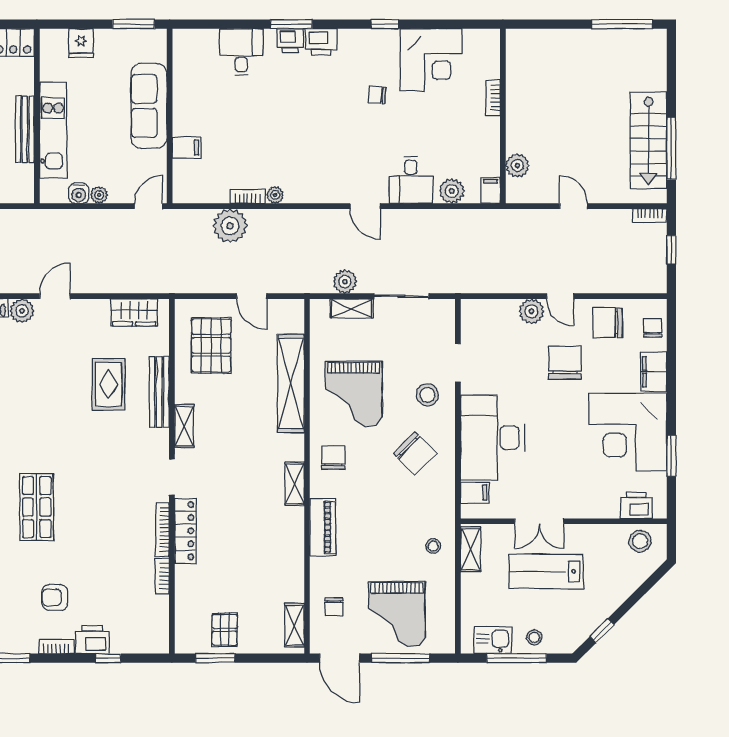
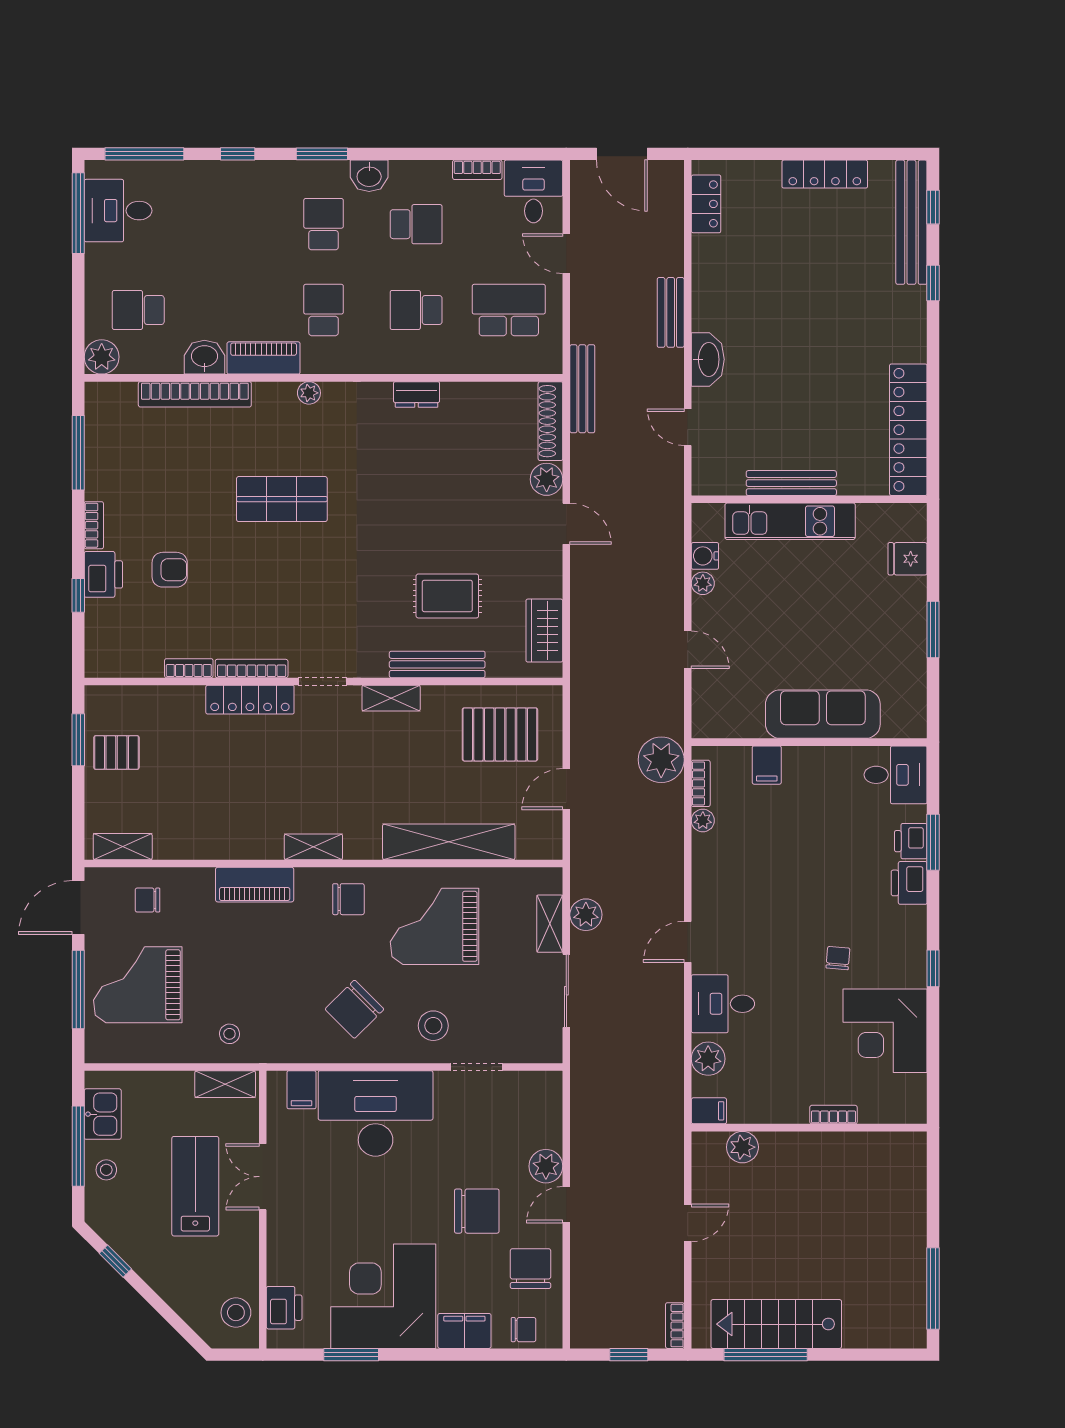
sofa: (149, 106) -> (823, 714), moved
wall: (170, 116) -> (809, 742), moved
filing cabinet: (187, 147) -> (767, 765), moved
armchair: (55, 597) -> (170, 570), moved, turned 90

